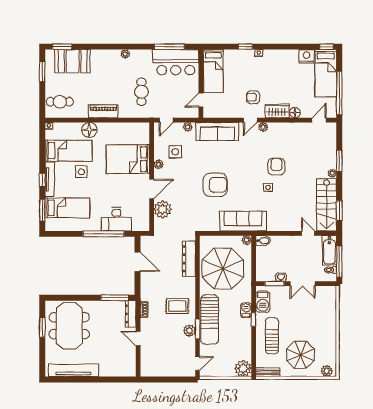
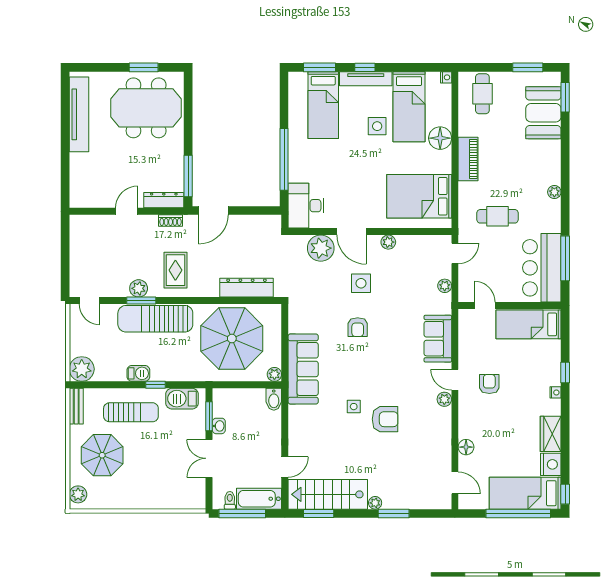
window: (339, 93) -> (518, 514), moved
wardrobe: (277, 111) -> (551, 434), moved, turned 180
door: (166, 120) -> (455, 253), swing flipped
sofa: (217, 131) -> (438, 339), width x0.73
side table: (175, 152) -> (361, 283), moved
bed: (128, 159) -> (419, 196), moved, turned -90
armchair: (215, 185) -> (358, 327), width x0.53, depth x0.53
desk: (116, 219) -> (306, 206), moved
door: (138, 262) -> (213, 210), moved
barbecue: (246, 310) -> (138, 373), moved

